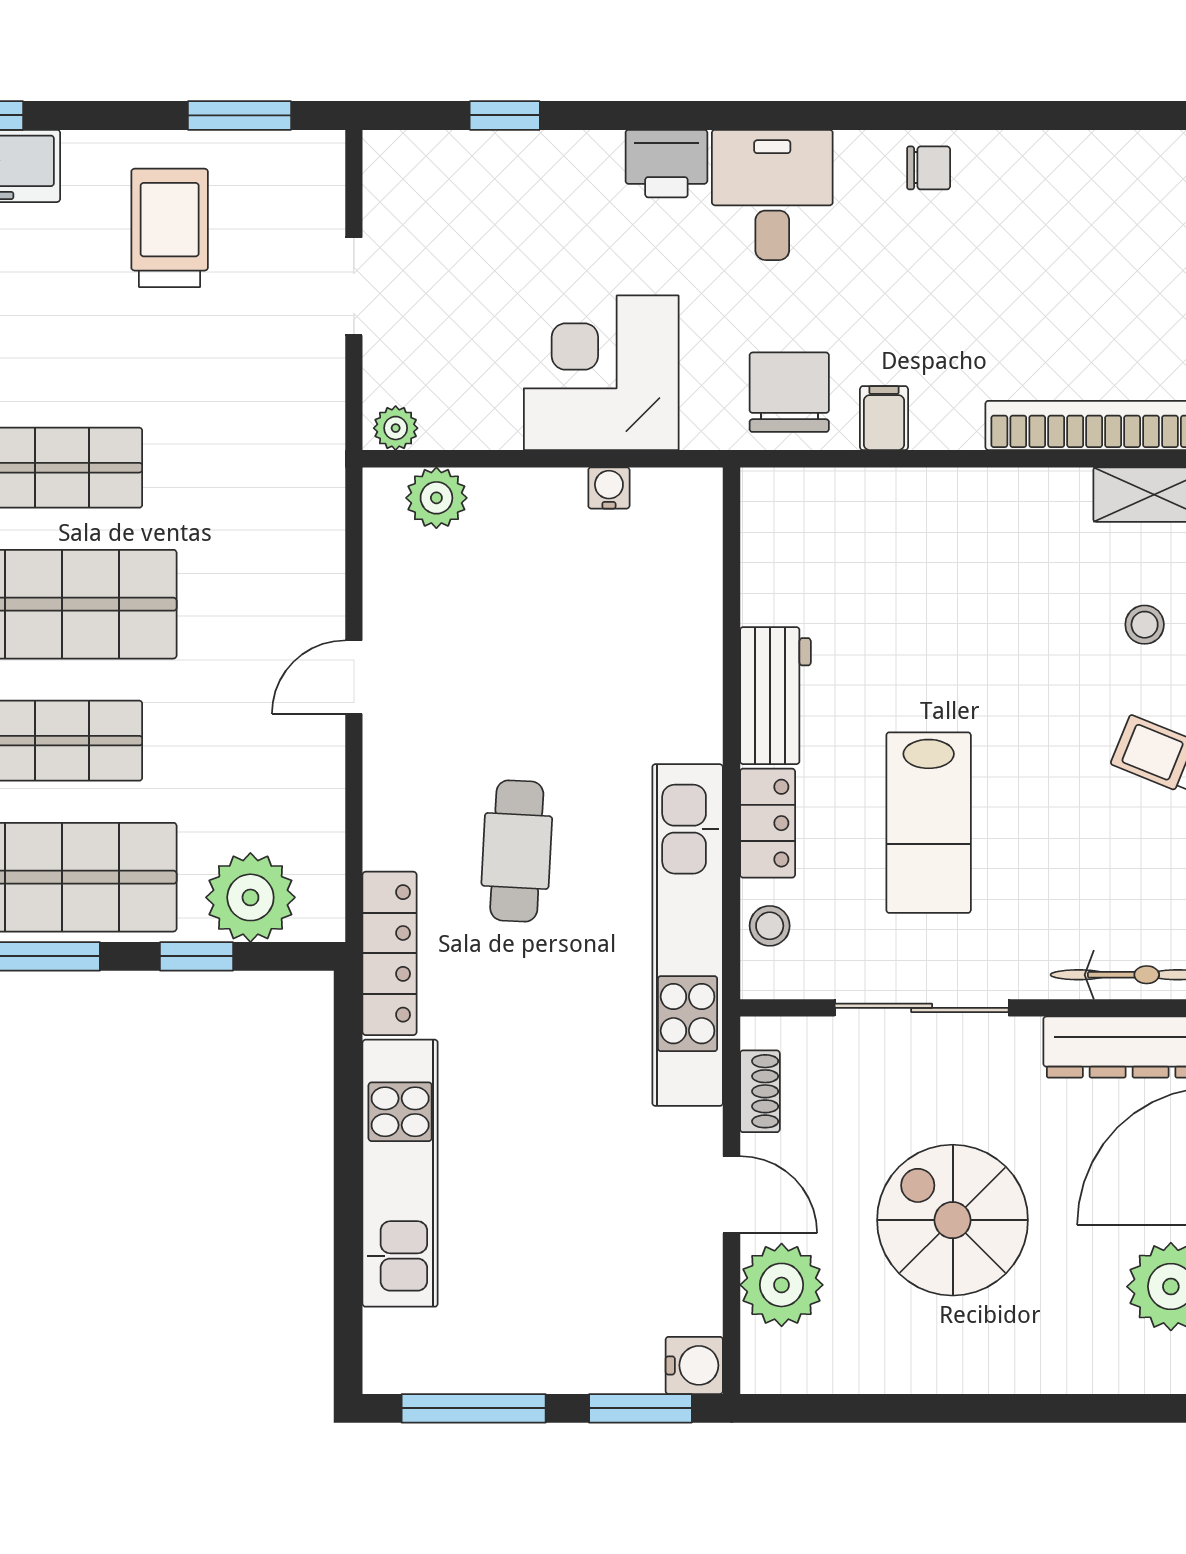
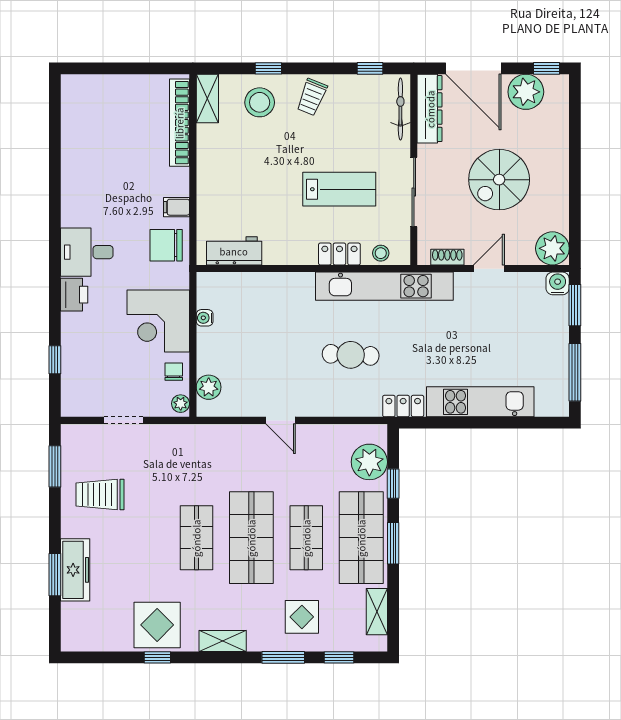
chair: (929, 168) -> (174, 372), moved
stool: (1145, 625) -> (260, 102), width x1.89, depth x1.89
workbench: (775, 696) -> (234, 251), moved
locker: (390, 953) -> (403, 406), width x0.66
plant: (782, 1285) -> (552, 248), moved

